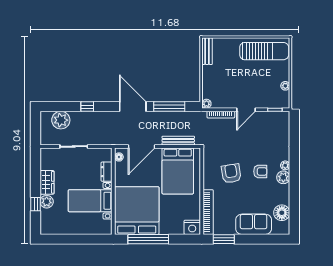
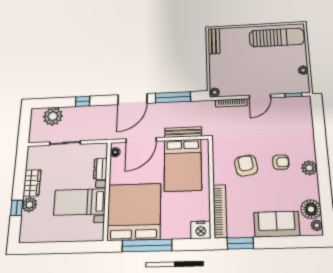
door: (133, 107) -> (132, 99), swing flipped
plant: (285, 165) -> (317, 225), moved

